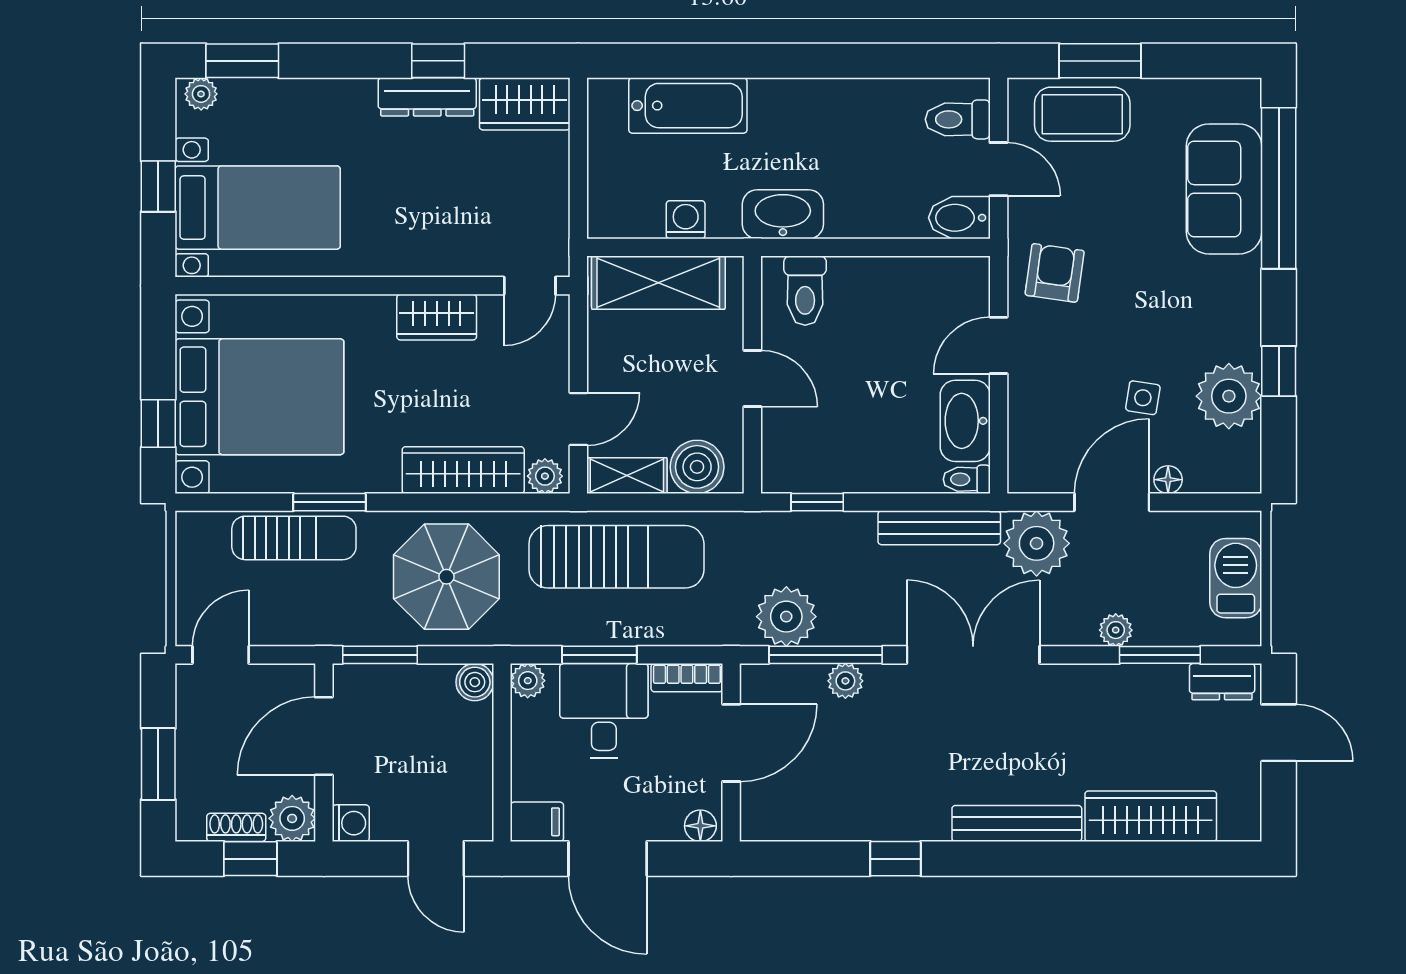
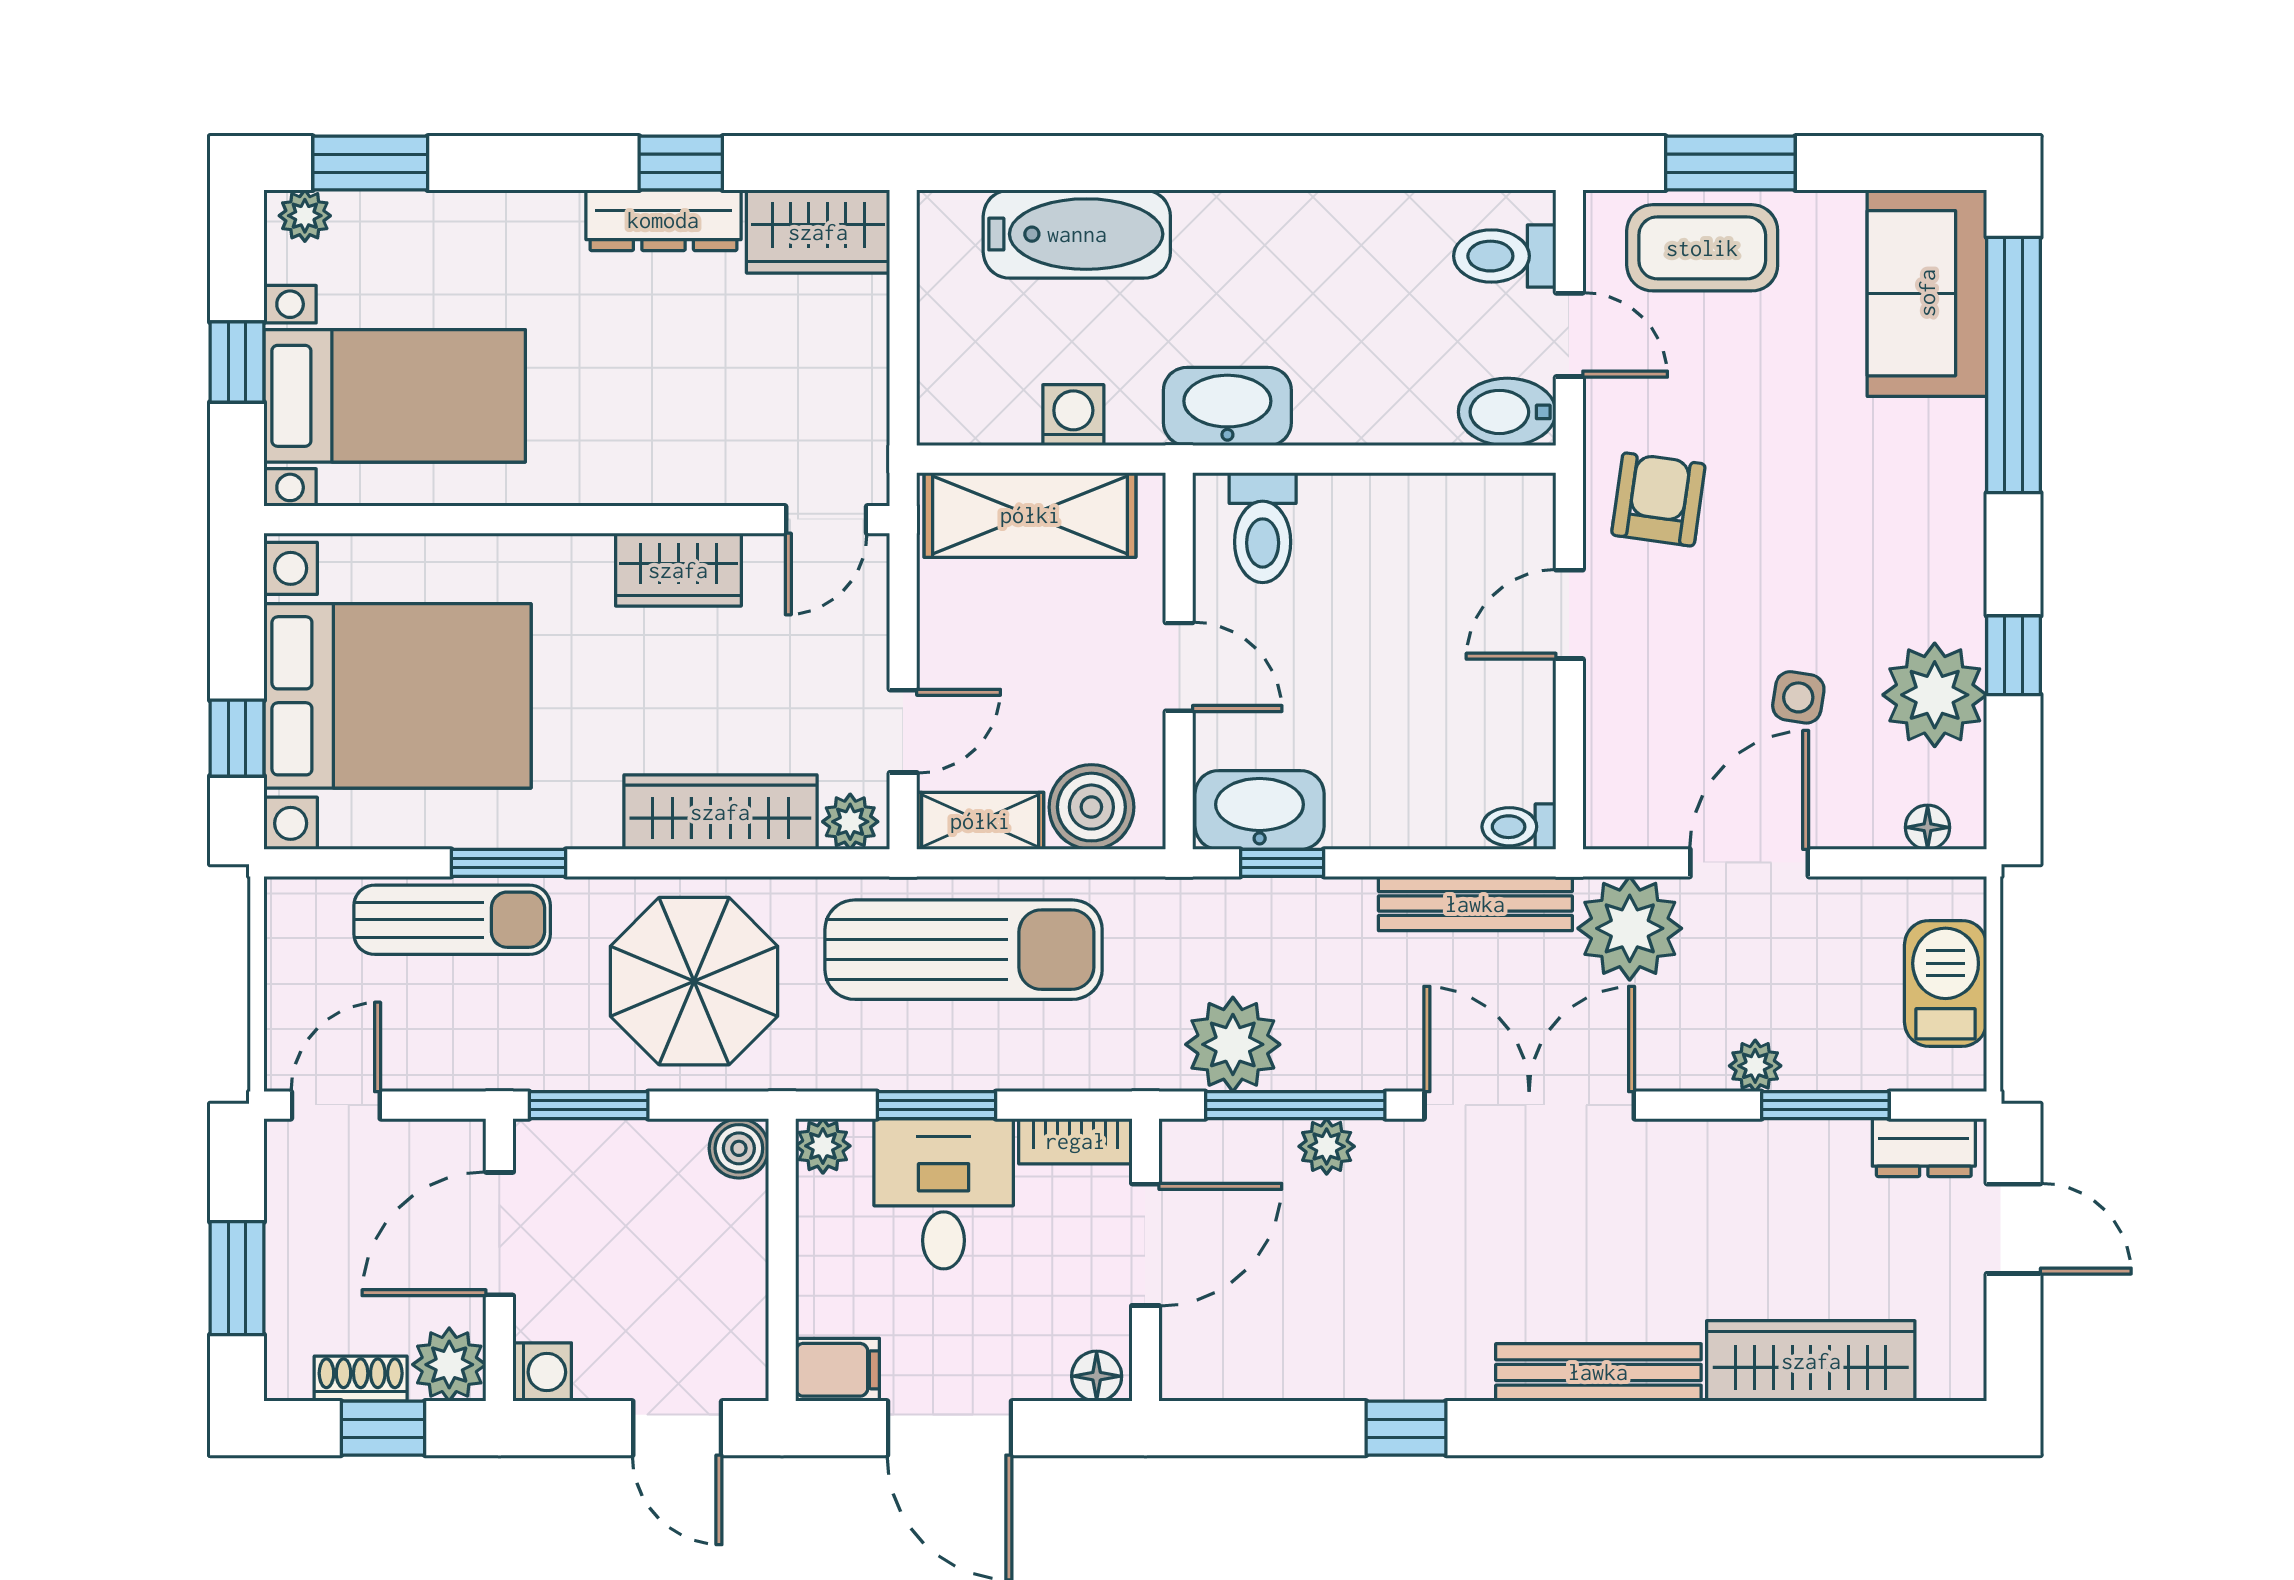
sofa: (1224, 189) -> (1927, 293), moved
washbasin: (965, 421) -> (1260, 810), moved, turned 90
floor lamp: (1168, 480) -> (1928, 827), moved

